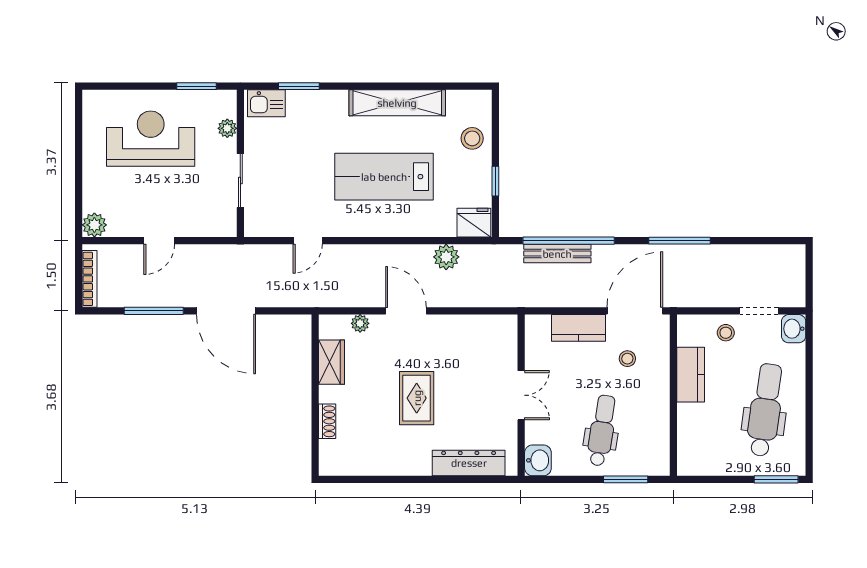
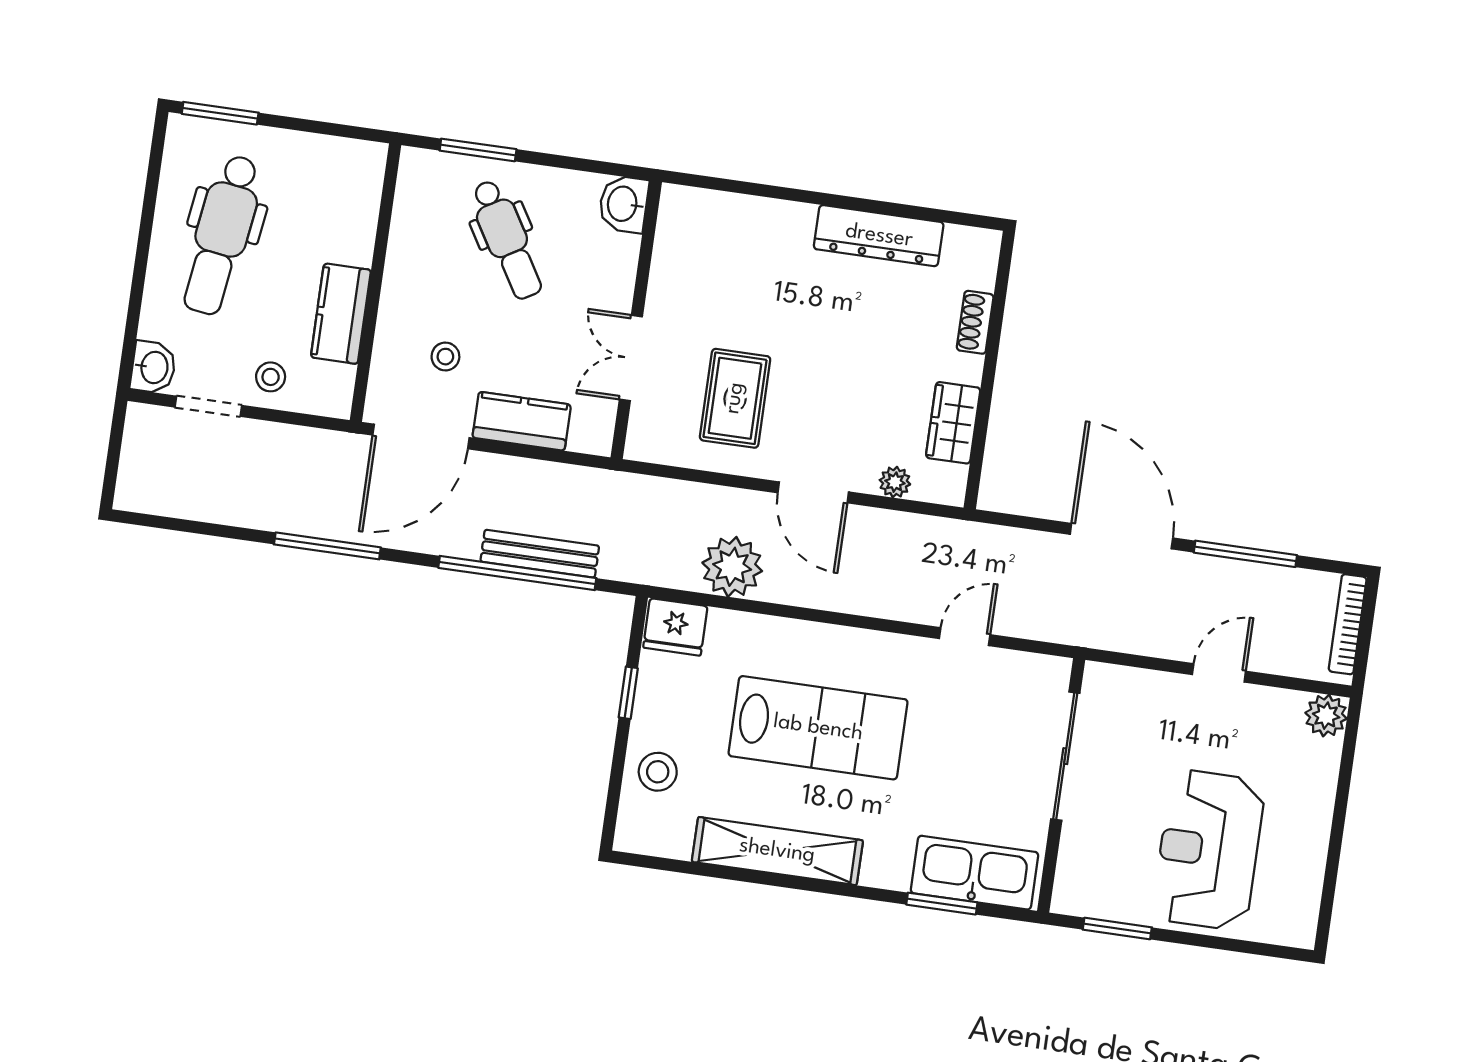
kitchen sink: (266, 103) -> (975, 873), width x1.88, depth x1.24
plant: (227, 128) -> (1075, 849), removed
reception desk: (151, 139) -> (1209, 850), turned 90
sliding door: (240, 181) -> (1065, 756), width x1.37
plant: (446, 257) -> (732, 567), width x1.36, depth x1.36
double door: (521, 395) -> (631, 358), moved
rug: (417, 398) -> (735, 398), moved
dental chair: (602, 431) -> (507, 240), turned -40
dresser: (469, 463) -> (879, 236), moved

